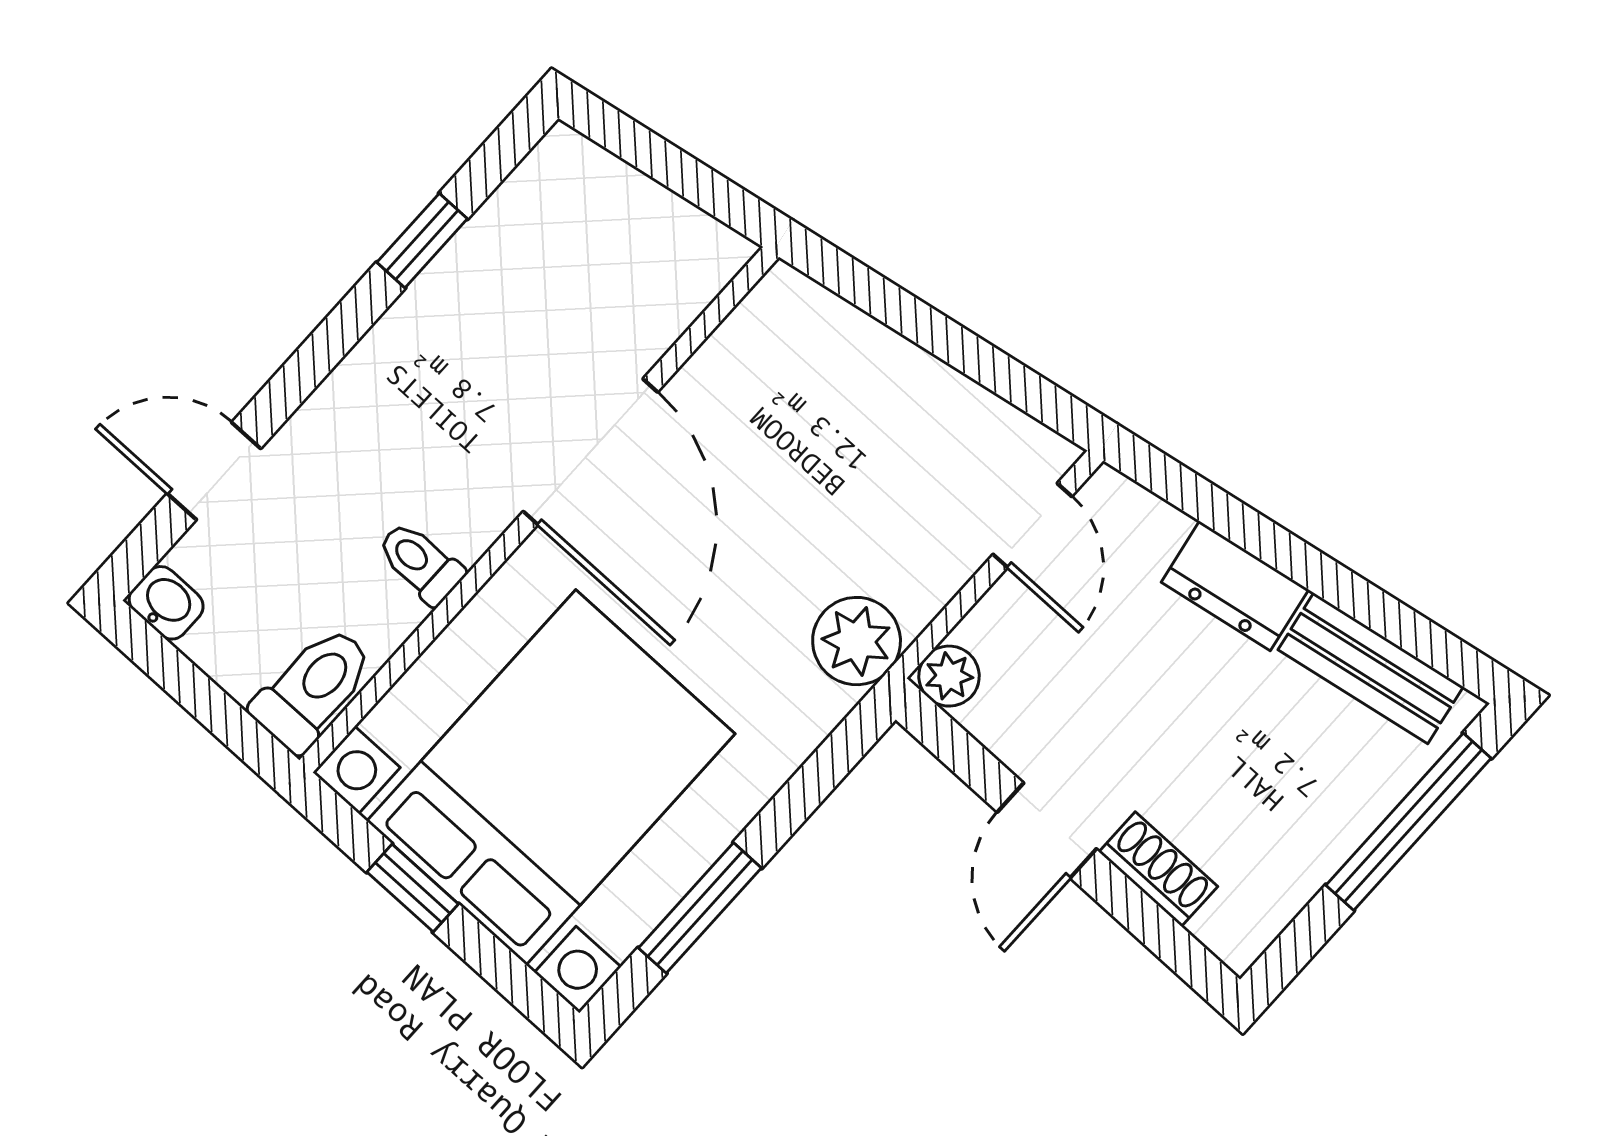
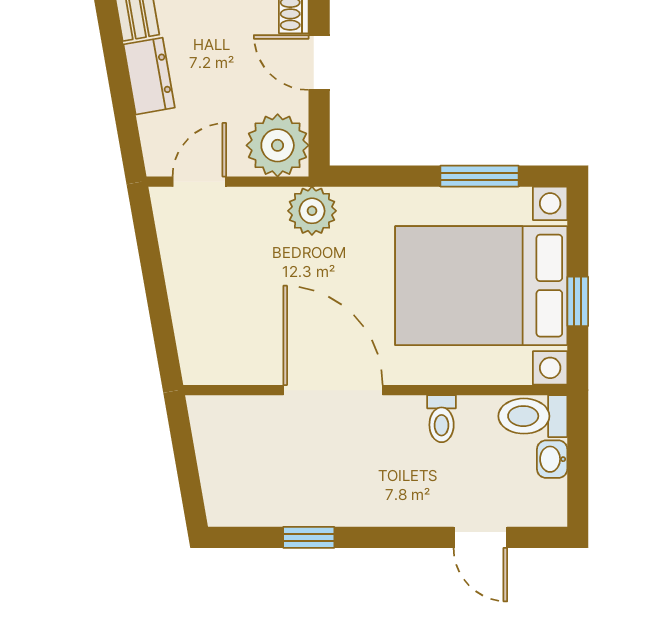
door: (590, 452) -> (333, 390), hinge flipped
washbasin: (166, 603) -> (552, 459), moved
plant: (949, 676) -> (278, 145), width x1.88, depth x1.88
door: (1047, 830) -> (319, 63), swing flipped

